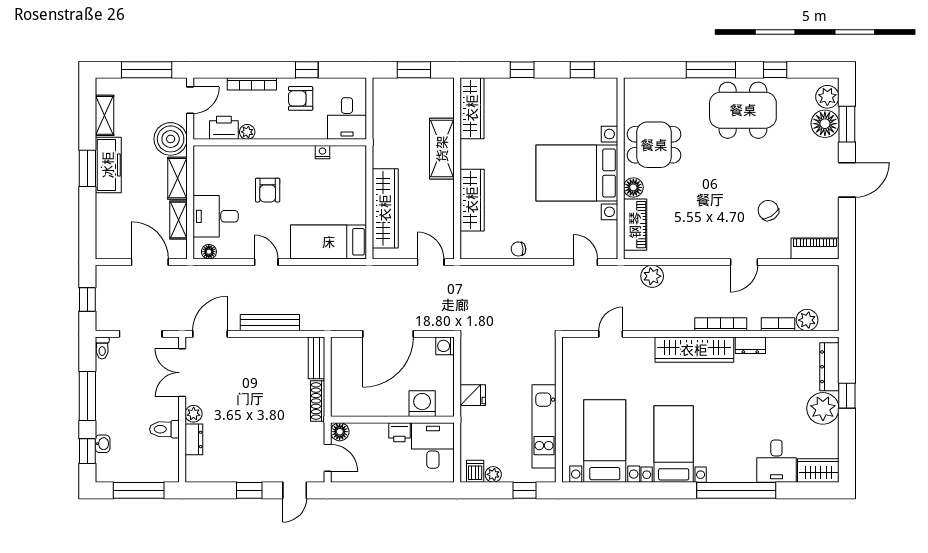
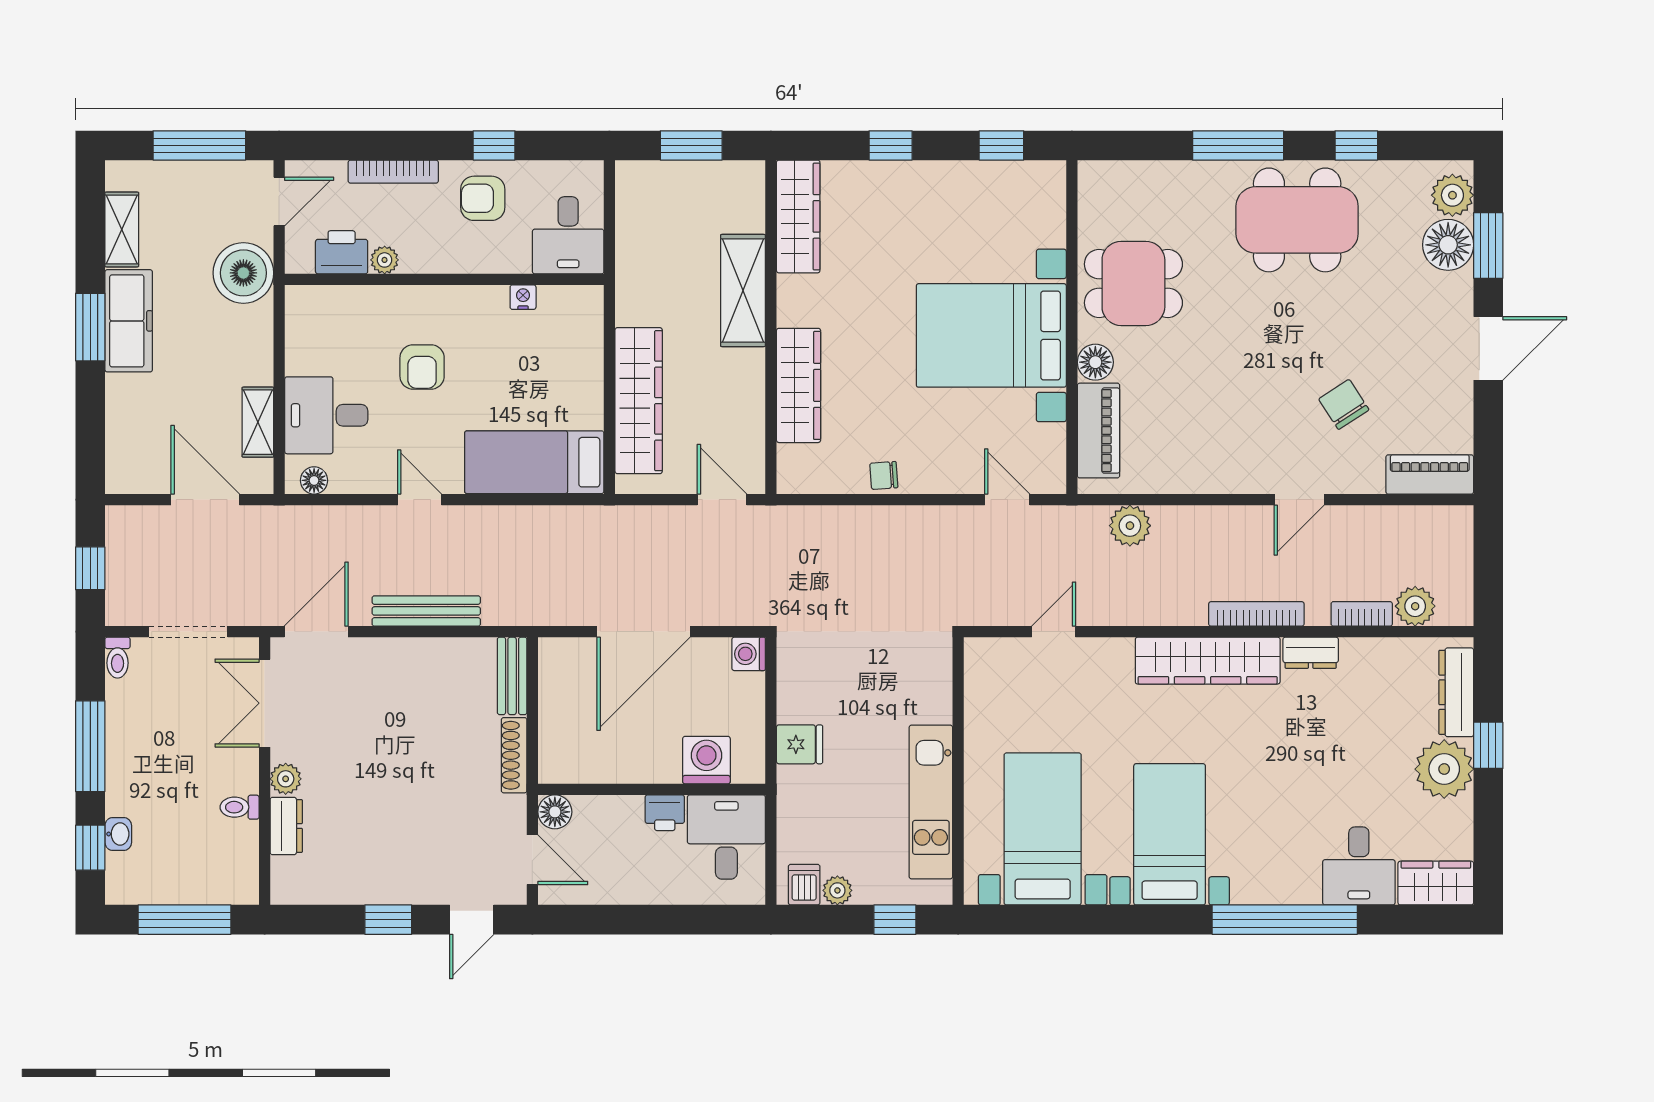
shelving: (178, 178) -> (256, 345), removed
toilet: (164, 429) -> (240, 807), width x0.73, depth x0.72

